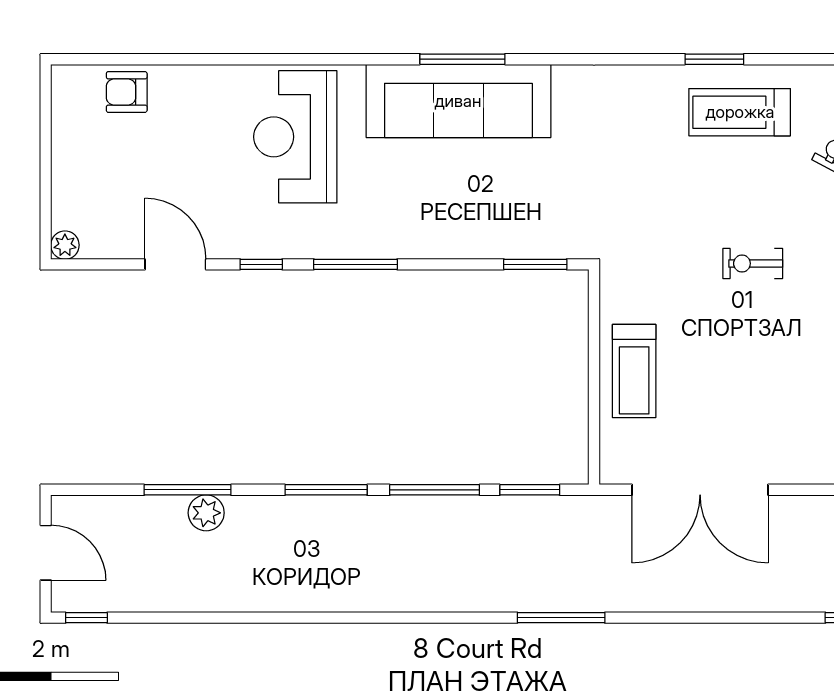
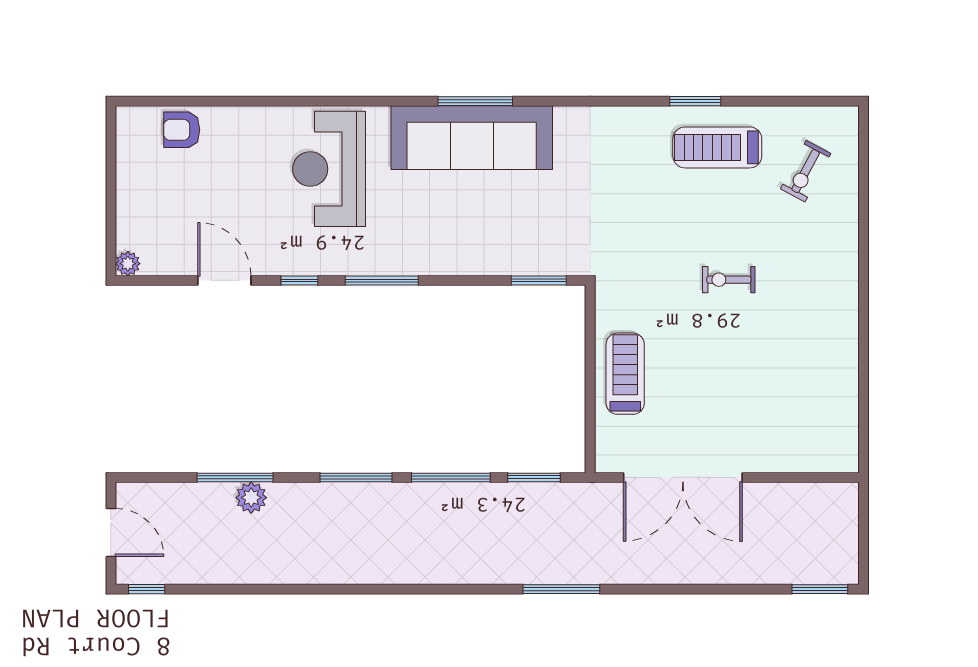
treadmill: (634, 371) -> (625, 374), turned 180

